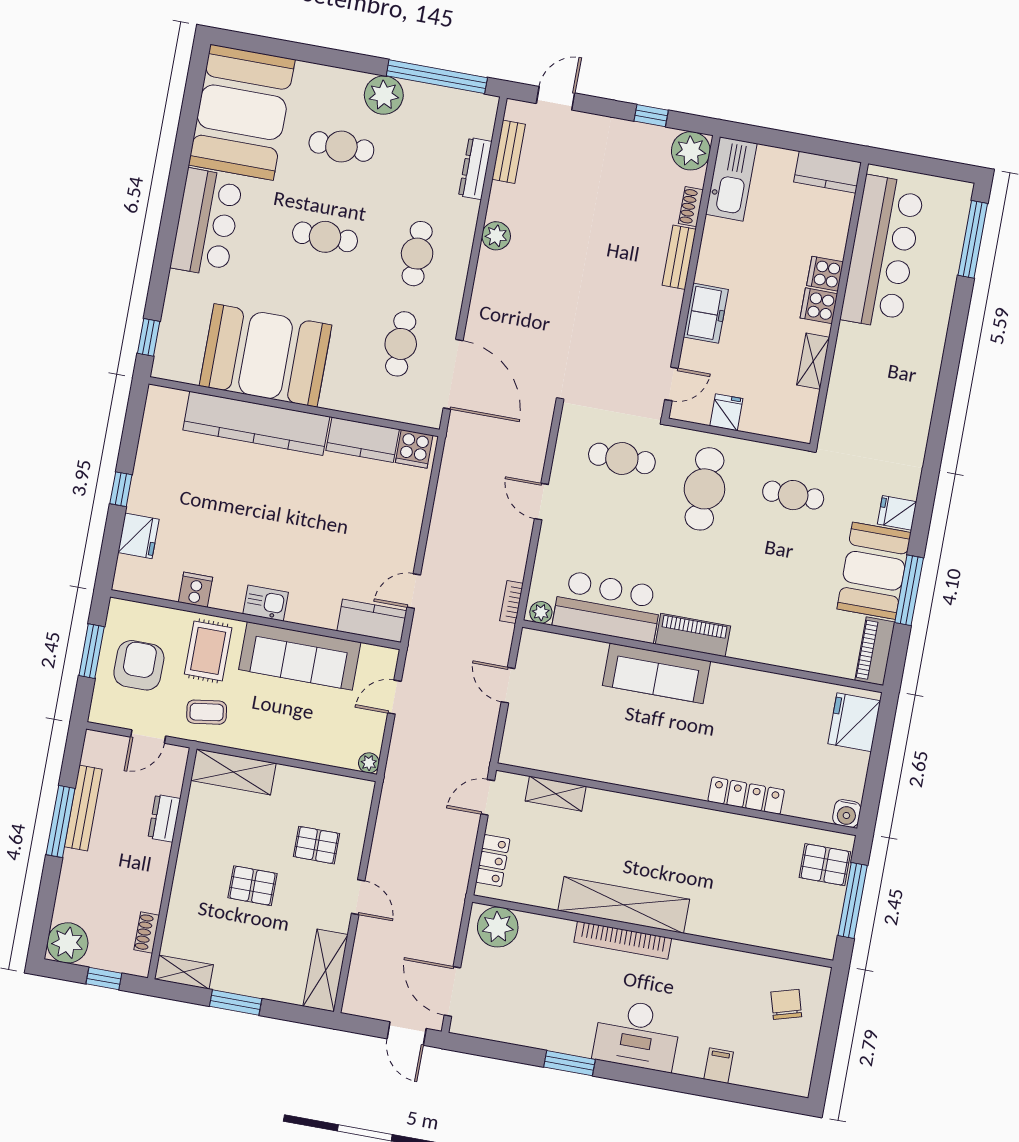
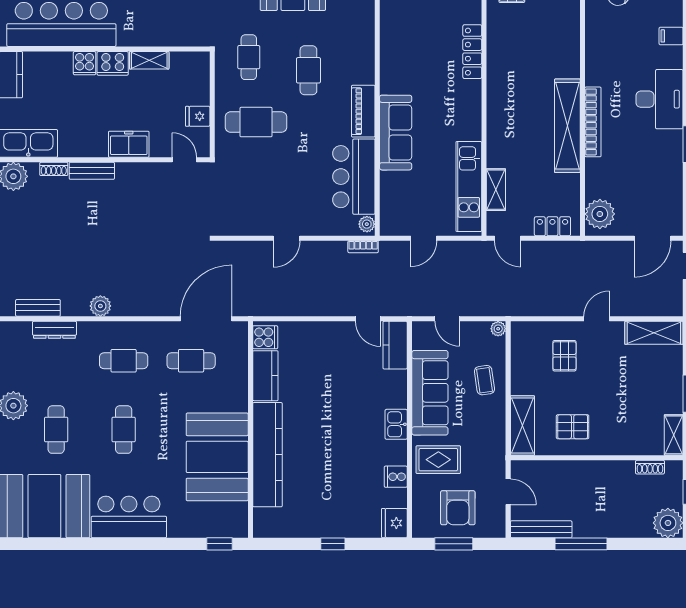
cooker: (819, 306) -> (113, 63), width x1.36
cafe table: (622, 458) -> (308, 70), moved
fridge: (138, 536) -> (394, 523), moved, turned -90
armchair: (139, 665) -> (458, 508), turned -90
coffee table: (207, 712) -> (484, 380), moved
kitchen unit: (566, 758) -> (469, 186), added
bench: (83, 808) -> (541, 529), moved
dresser: (164, 818) -> (565, 469), removed
pallet: (252, 886) -> (573, 427), moved, turned 90

